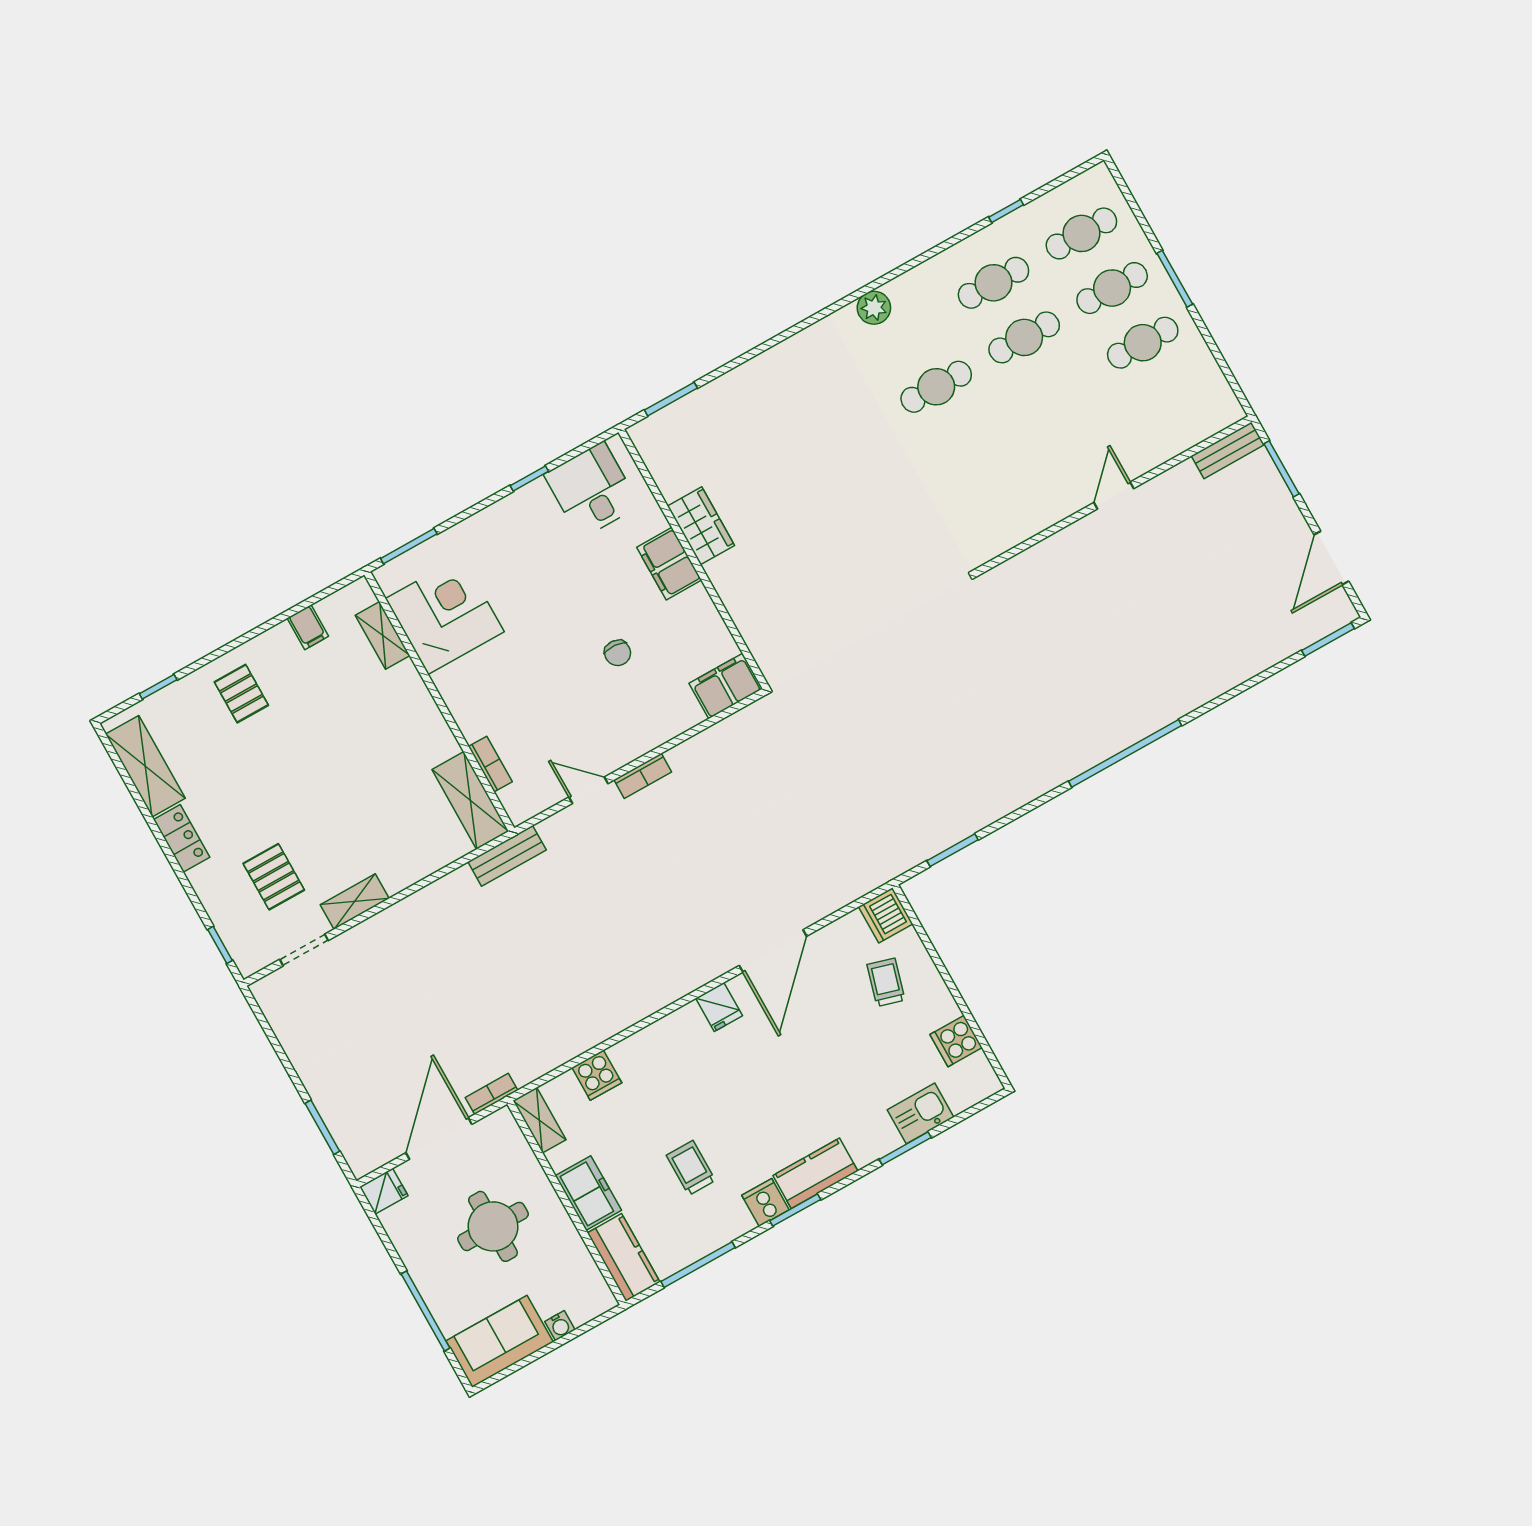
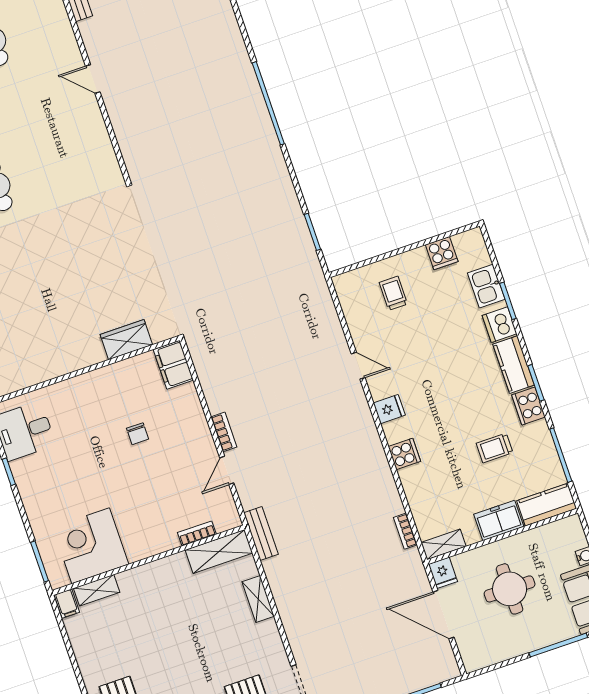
wardrobe: (701, 526) -> (126, 340), moved
filing cabinet: (669, 564) -> (84, 388), removed
filing cabinet: (308, 627) -> (67, 603), moved, turned 90
chair: (618, 653) -> (138, 434), turned 86
shelving: (355, 902) -> (258, 599), moved
dishwasher: (886, 915) -> (500, 325), moved, turned 90
door: (773, 951) -> (358, 366), width x0.53
trolley: (886, 982) -> (393, 293), turned 74
cooker: (597, 1075) -> (404, 454), moved
bookcase: (492, 1094) -> (405, 531), moved
fridge: (384, 1191) -> (443, 573), moved, turned 180
cooker: (765, 1202) -> (528, 406), width x1.36

